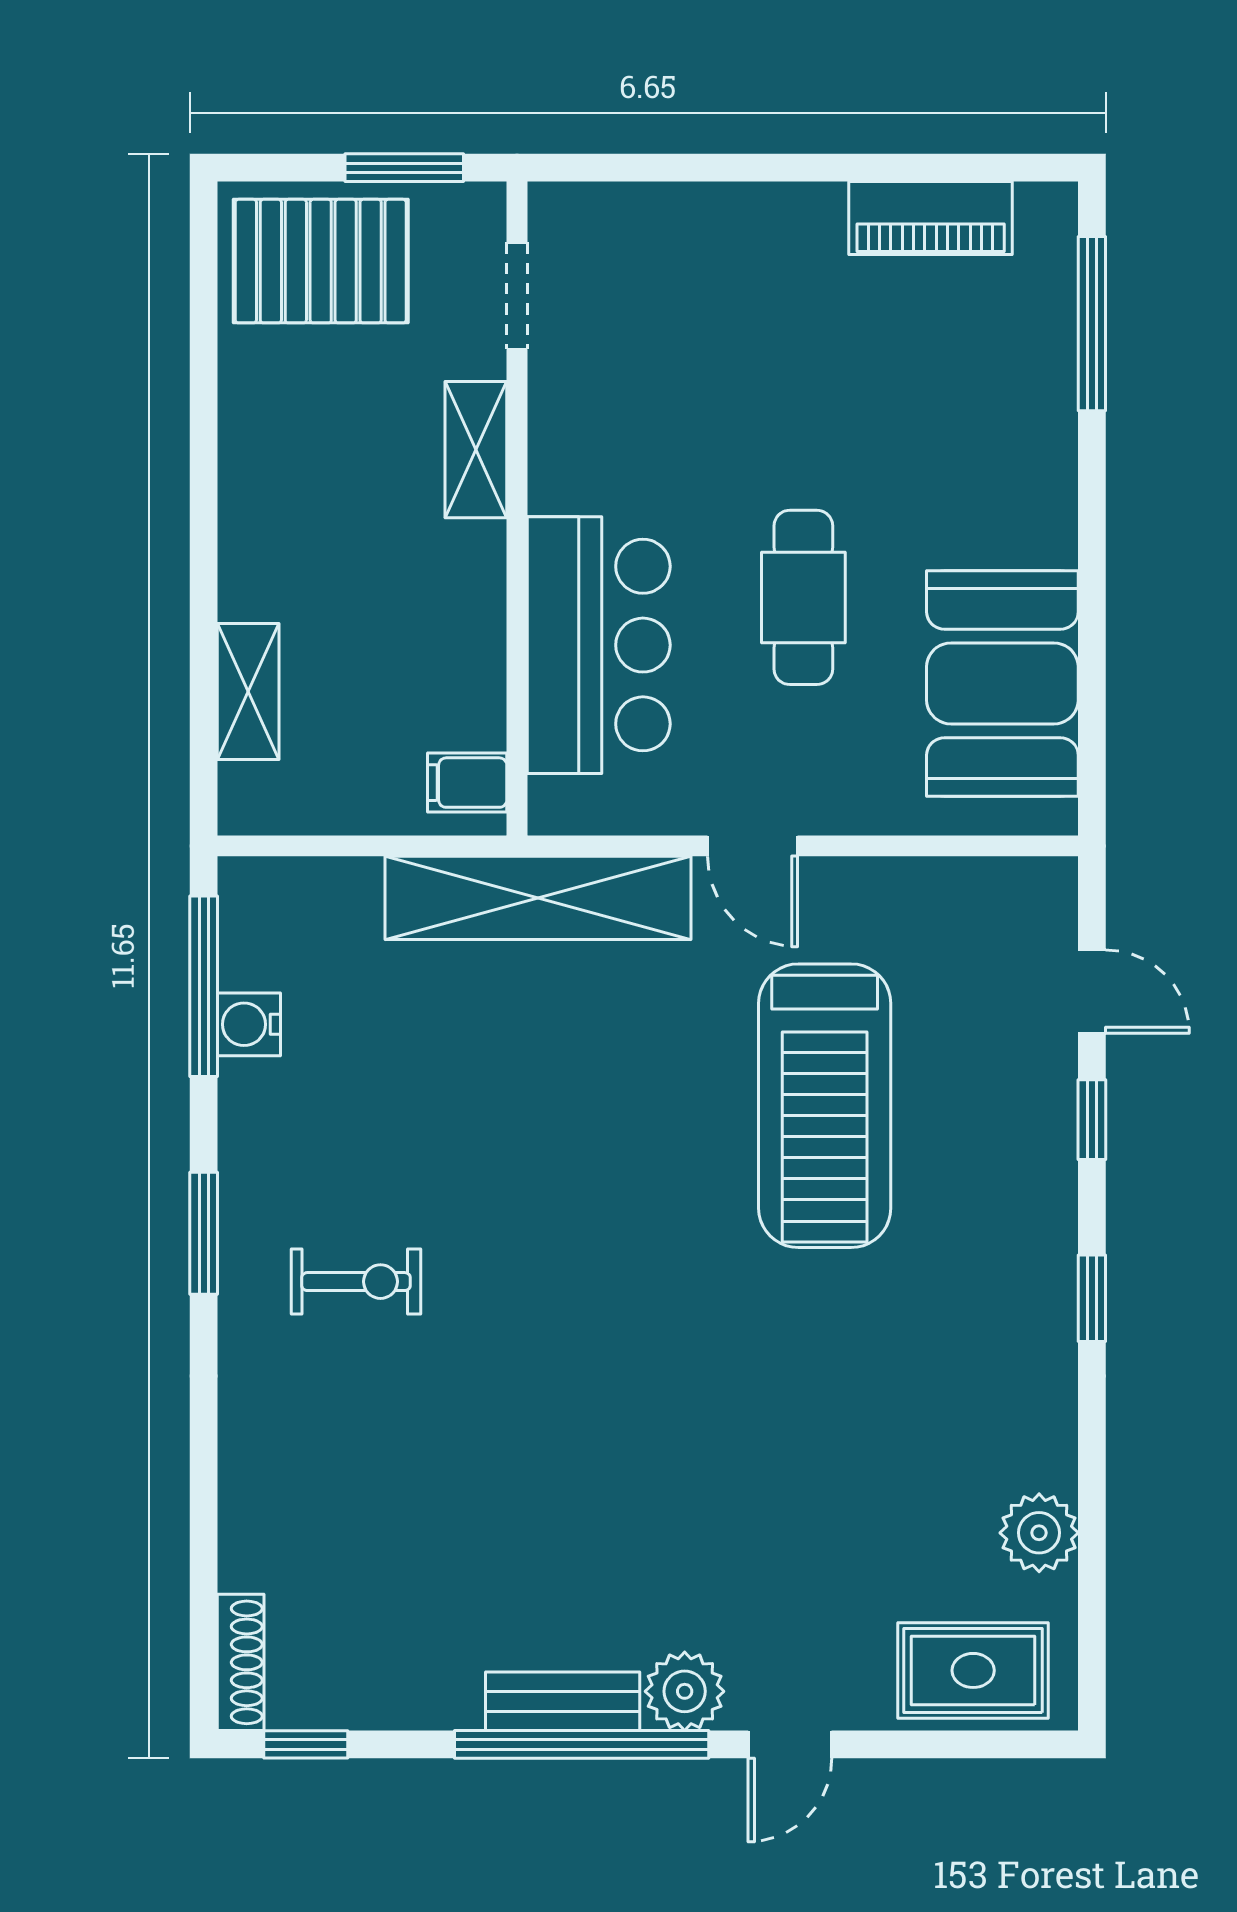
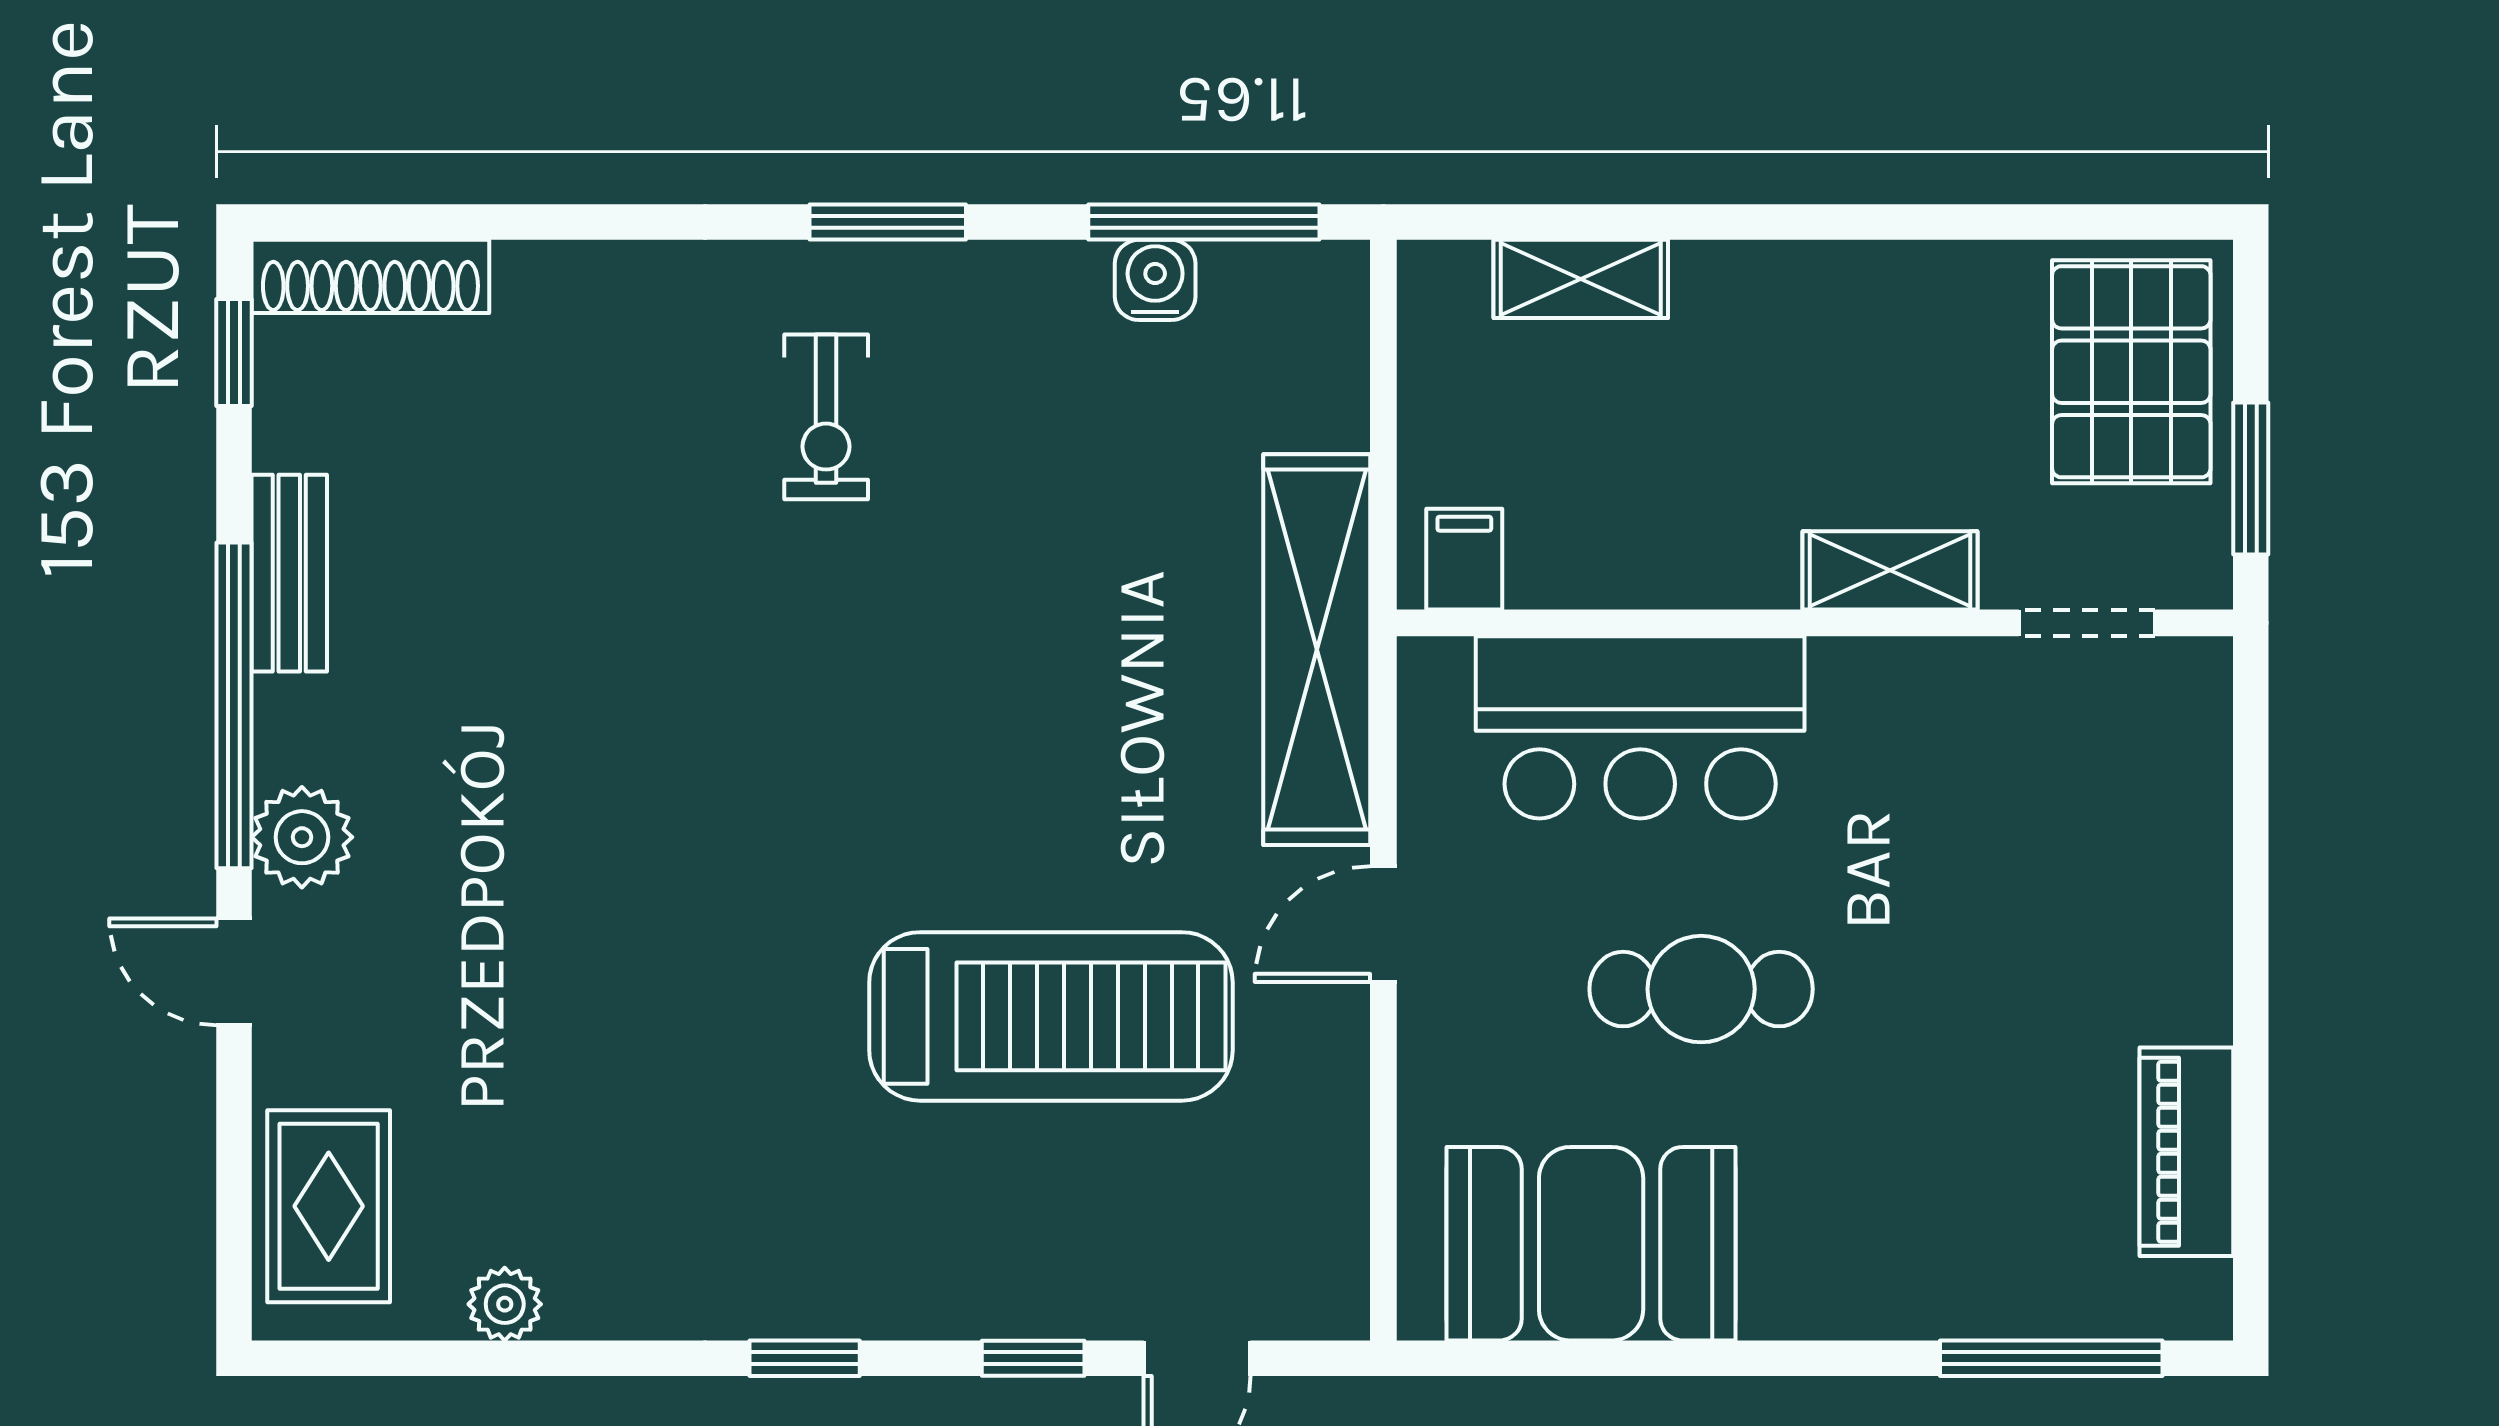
treadmill: (825, 1106) -> (1051, 1016), turned 180
plant: (1039, 1533) -> (505, 1304), width x0.73, depth x0.73
shoe rack: (241, 1662) -> (370, 276), width x1.36, depth x1.24
bench: (563, 1701) -> (289, 573), moved

